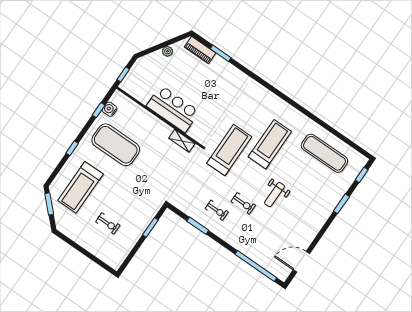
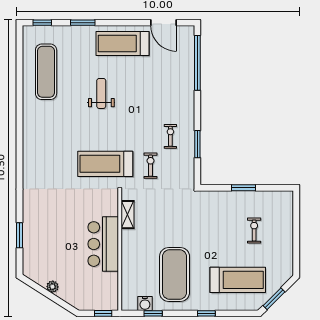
piano: (200, 50) -> (30, 257), removed
treadmill: (270, 144) -> (123, 44), moved
weight bench: (275, 195) -> (101, 93), moved, turned -90
exercise bike: (243, 203) -> (150, 166), moved
window: (150, 227) -> (244, 188), moved

